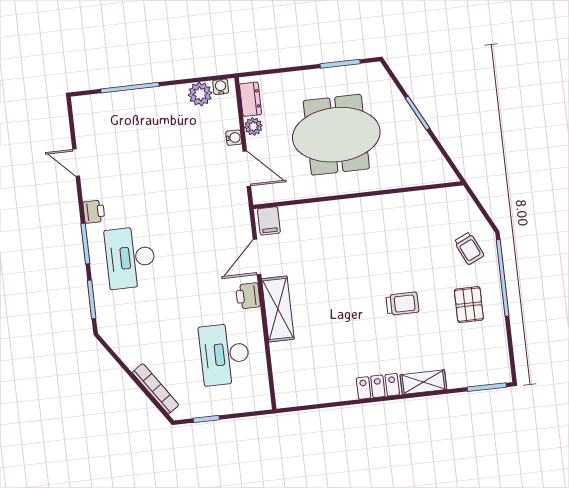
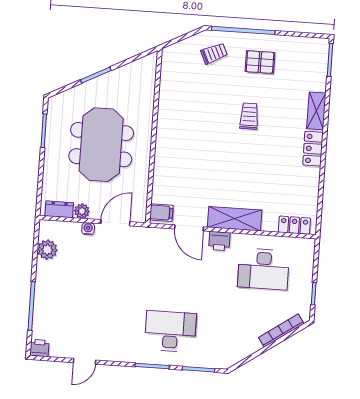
water cooler: (221, 87) -> (45, 232), removed
printer: (94, 212) -> (39, 348), moved
desk: (130, 258) -> (170, 331), turned 180
locker: (283, 381) -> (294, 225), added

